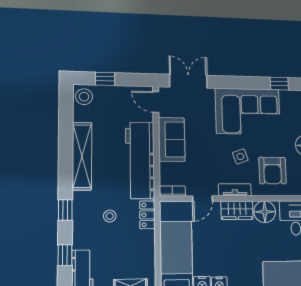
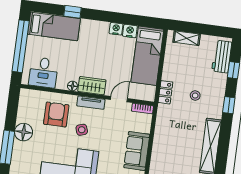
workbench: (140, 160) -> (165, 137), removed
floor lamp: (265, 212) -> (72, 86), width x0.53, depth x0.53

